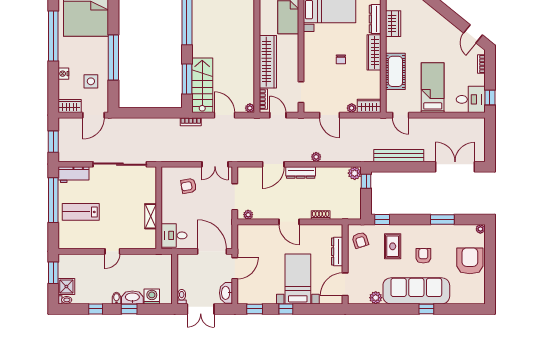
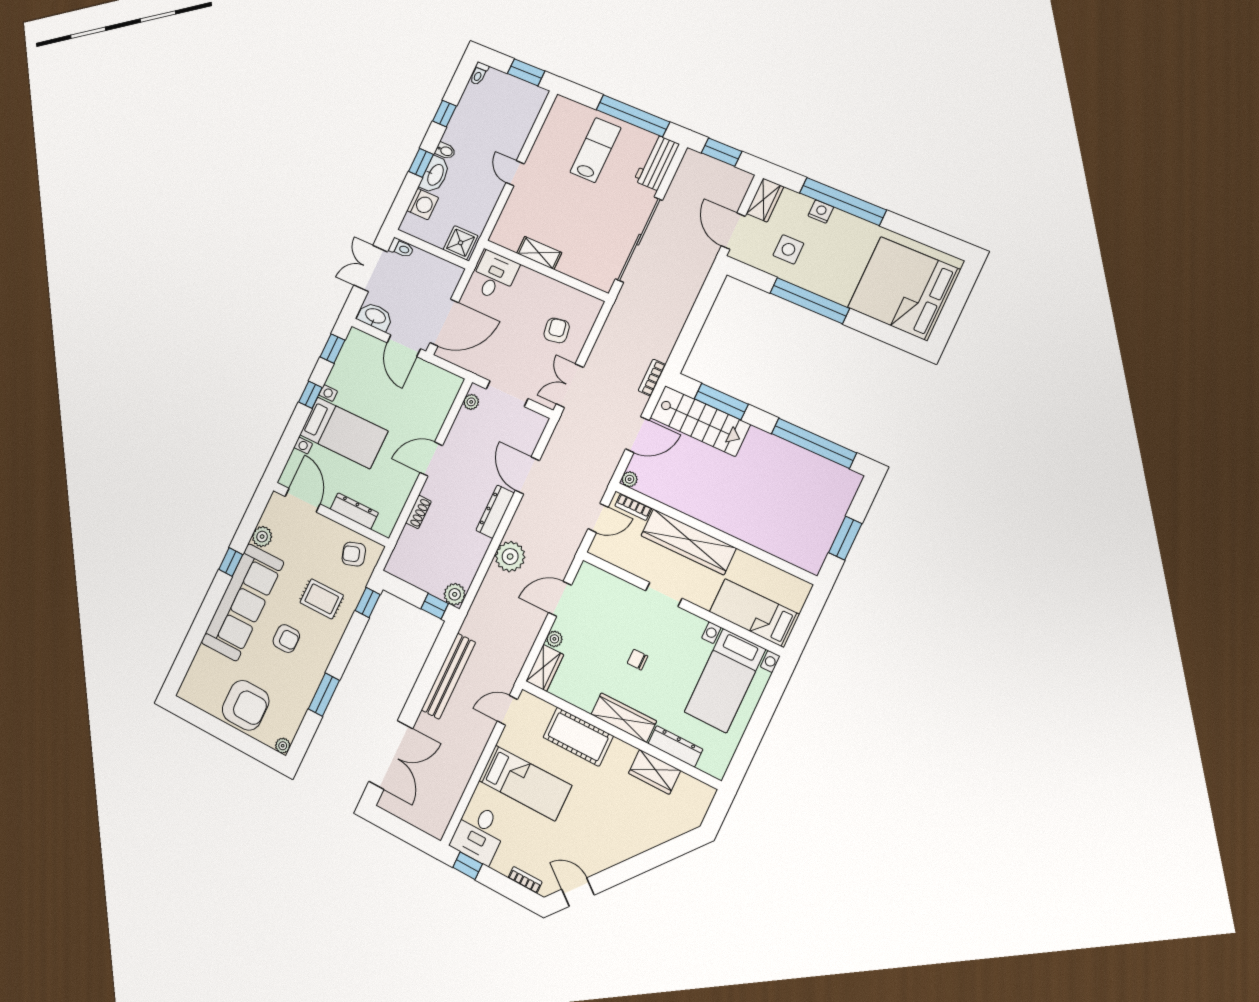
window: (53, 36) -> (843, 202), moved
doorway: (301, 92) -> (664, 595), moved
plant: (316, 157) -> (510, 557), width x1.88, depth x1.88
shower: (66, 287) -> (461, 243), moved
window: (426, 309) -> (231, 562), moved

